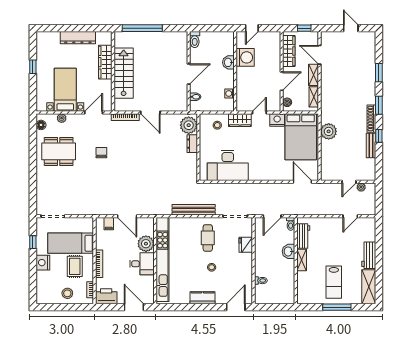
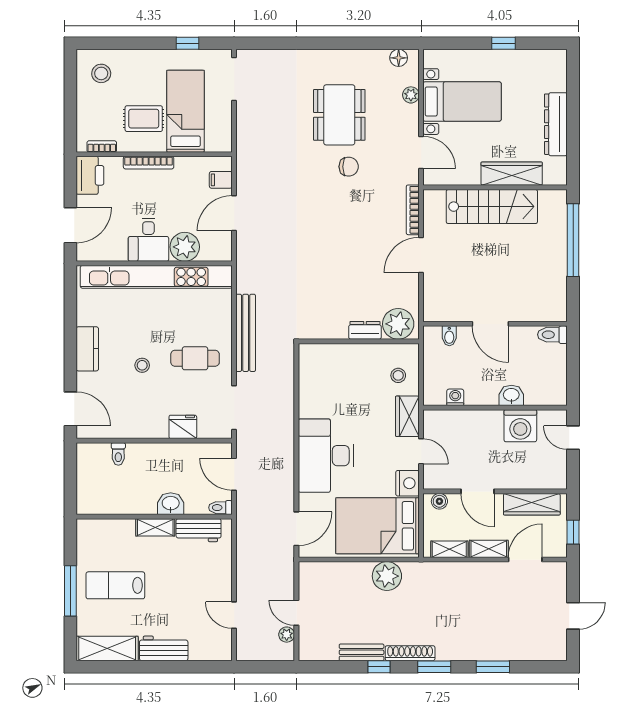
dining table: (59, 151) -> (339, 115), moved
desk: (228, 165) -> (326, 456), moved
nightstand: (43, 263) -> (151, 61), removed
stool: (67, 293) -> (101, 73), moved

